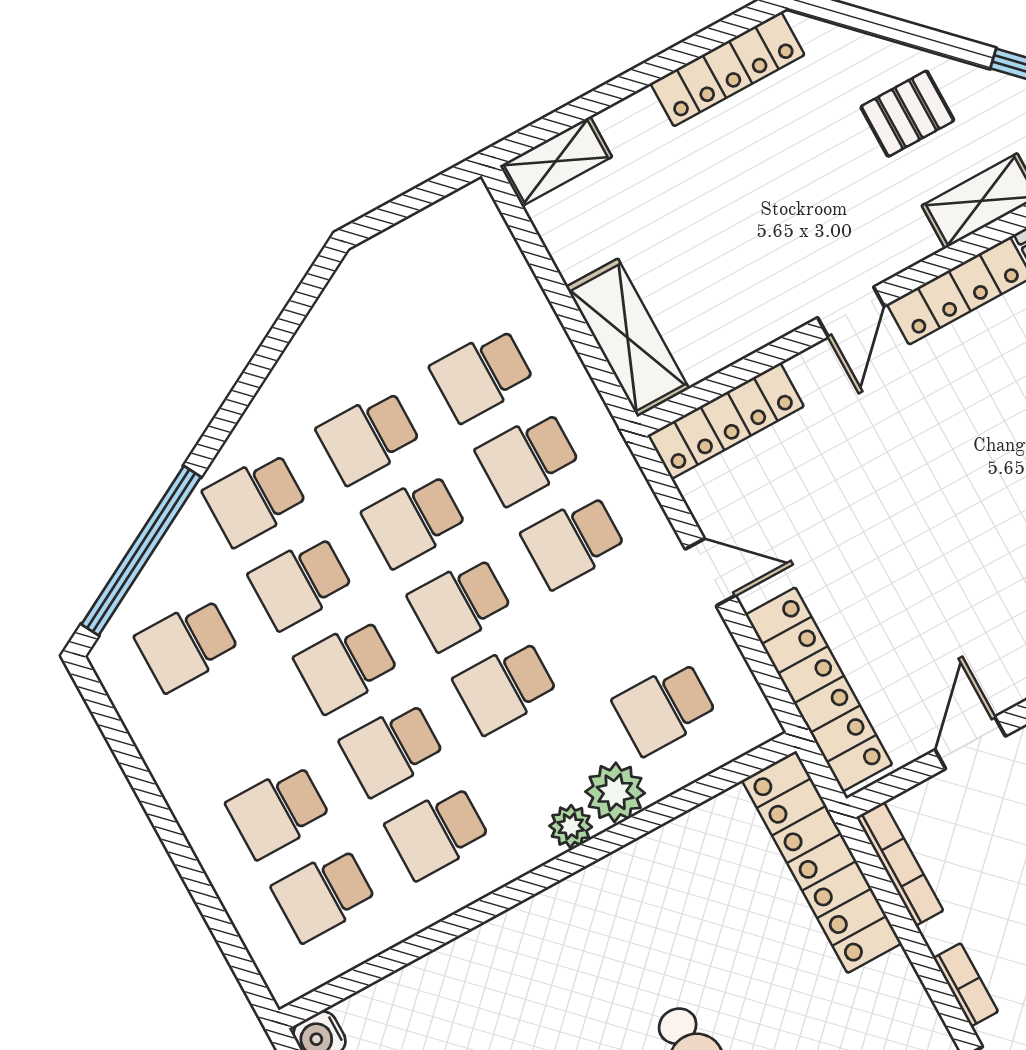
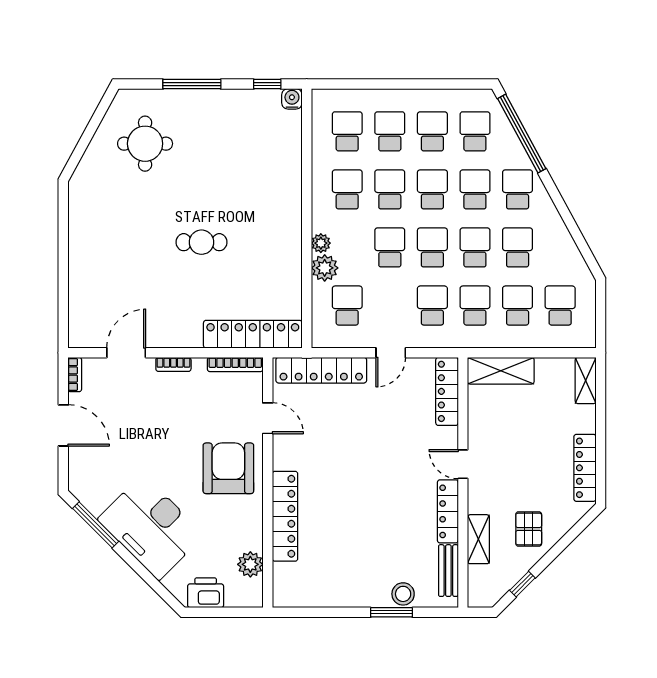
school desk: (436, 291) -> (560, 306), added
school desk: (233, 728) -> (432, 131), added

